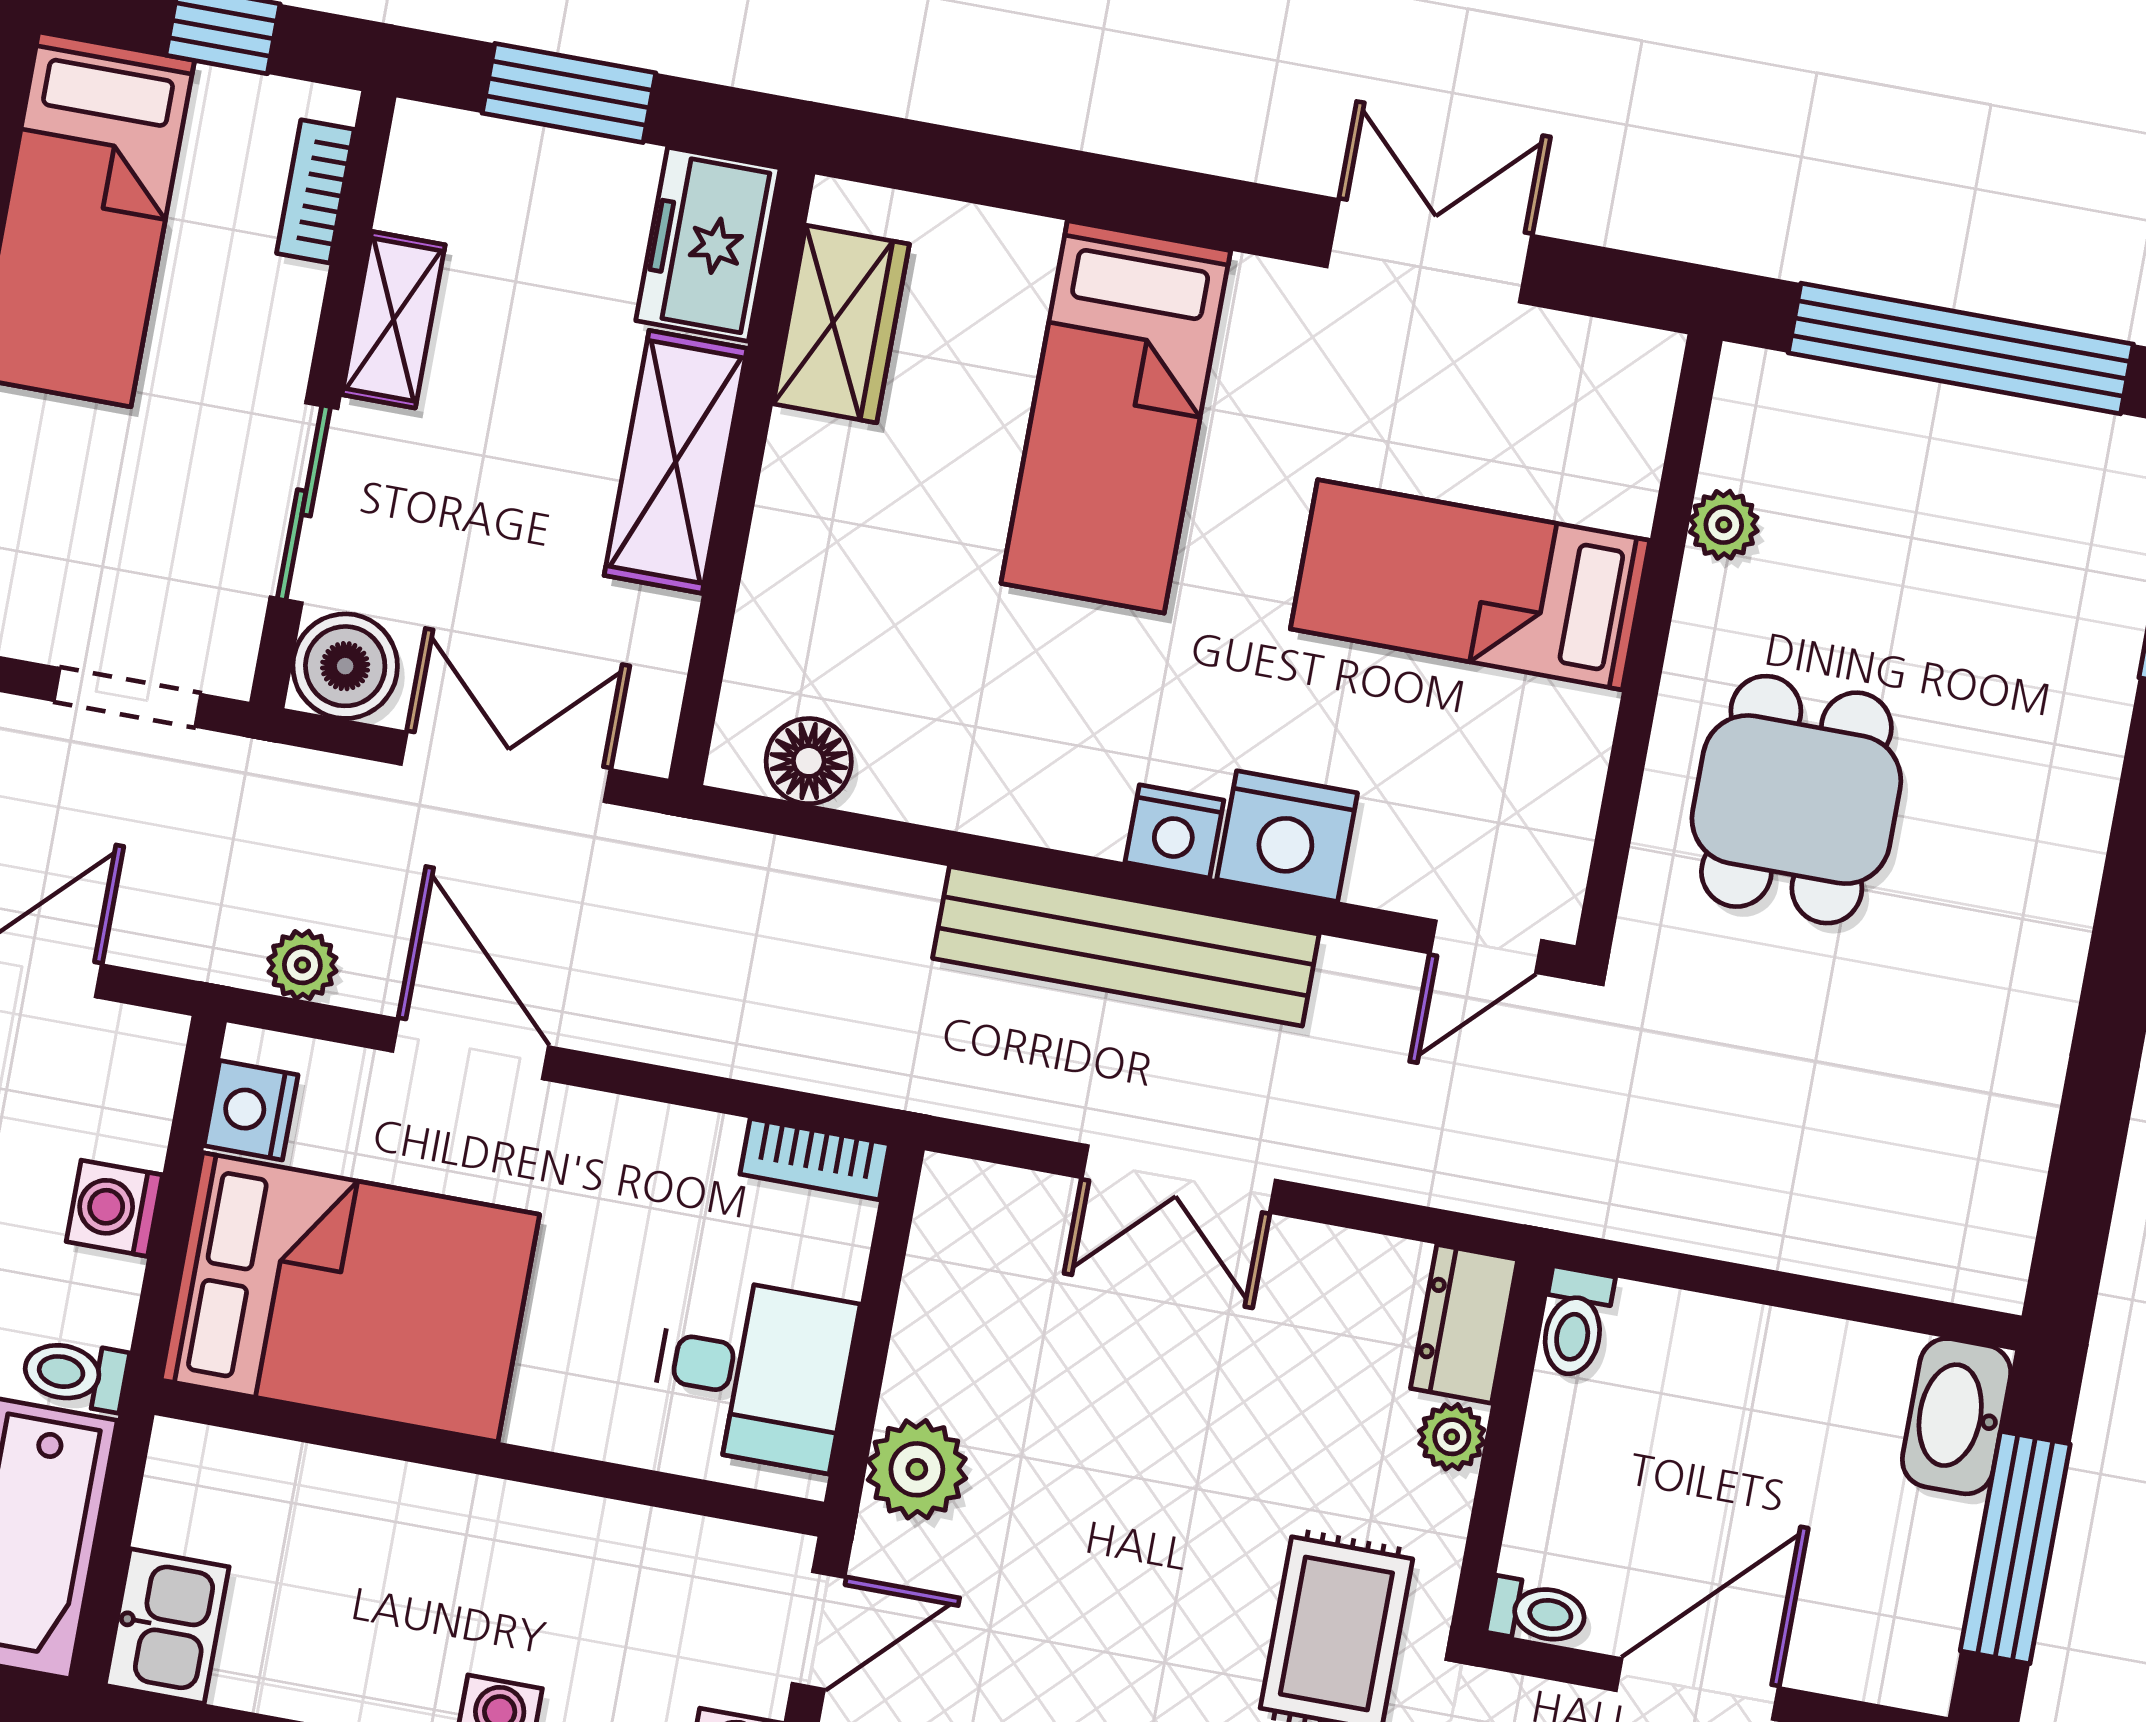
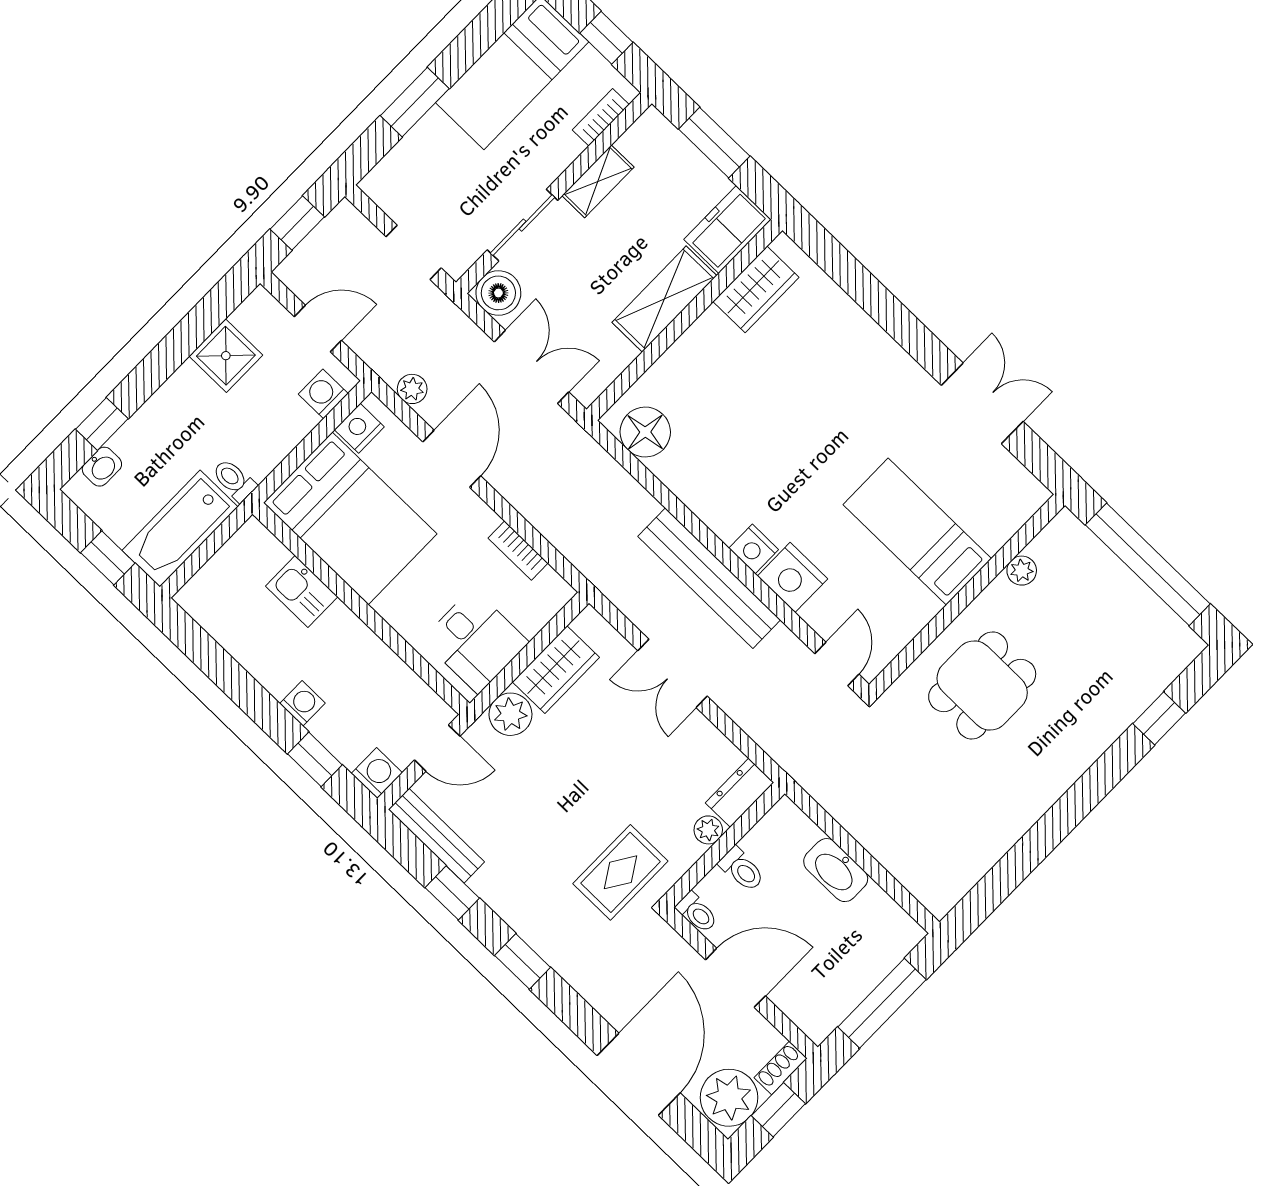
bed: (1116, 417) -> (831, 388), removed
floor lamp: (809, 761) -> (645, 432), width x1.38, depth x1.38
door: (1486, 947) -> (837, 664), swing flipped
bookcase: (815, 1159) -> (518, 551), moved
washing machine: (114, 1208) -> (323, 394), moved
toilet: (1575, 1322) -> (742, 869), moved, turned -90
wardrobe: (947, 1323) -> (556, 670), added
washbasin: (1957, 1416) -> (836, 870), moved, turned -90
kitchen sink: (167, 1626) -> (302, 591), moved, turned 90

